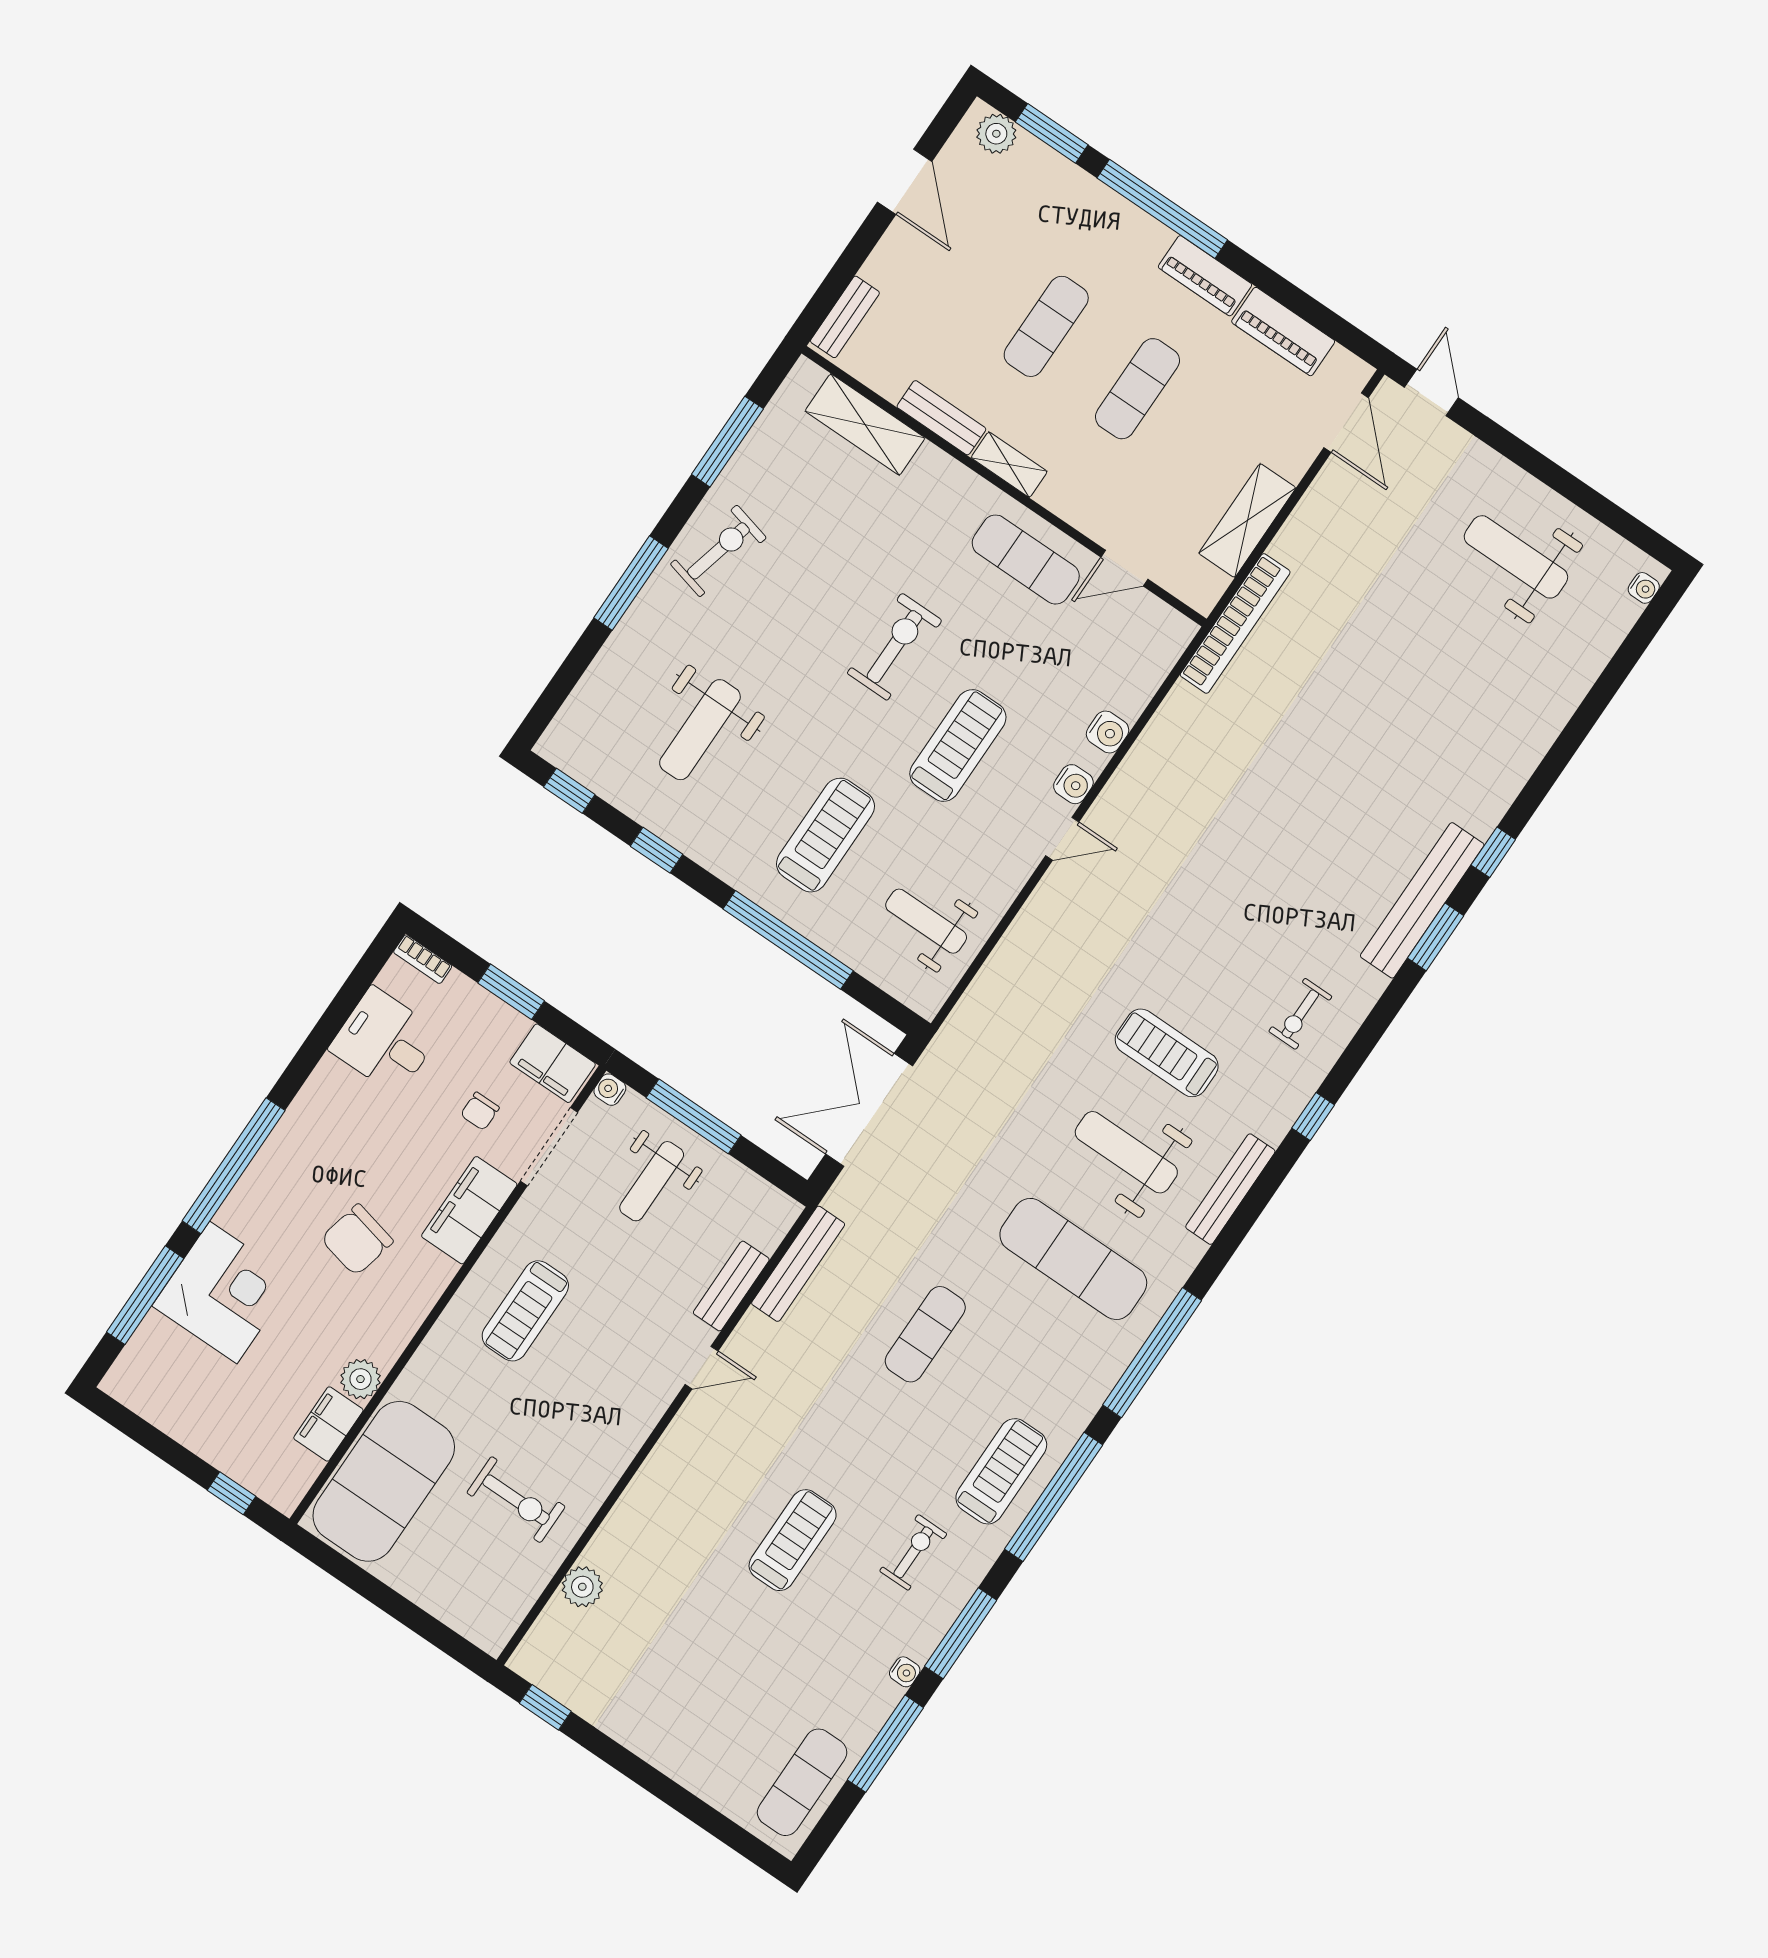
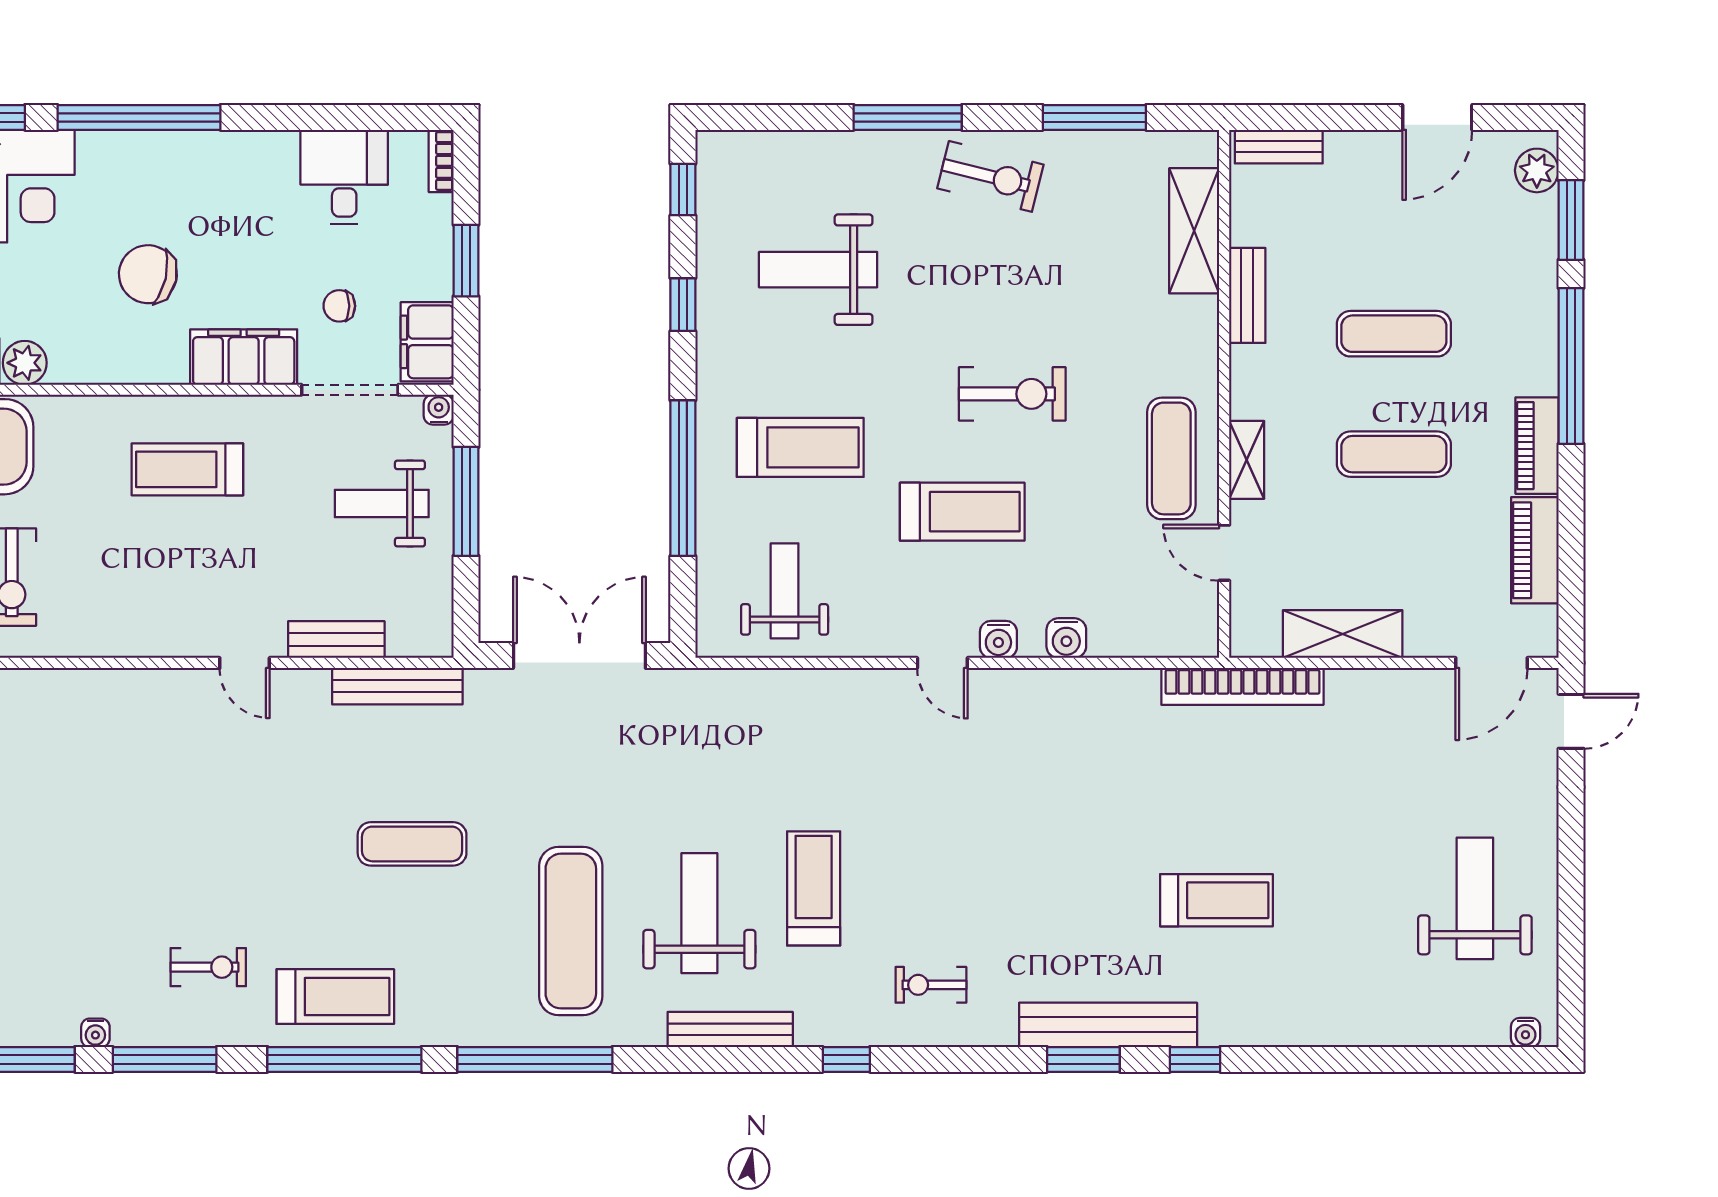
shelving: (1009, 465) -> (1247, 460), moved
treadmill: (793, 1540) -> (1216, 900), moved

